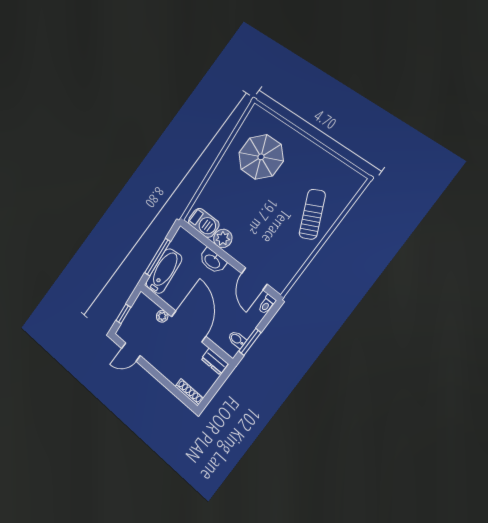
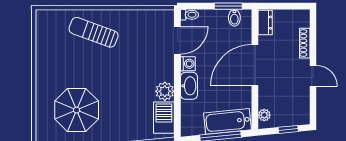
sun lounger: (312, 214) -> (94, 32), turned 45
washing machine: (230, 273) -> (188, 64), added
plant: (162, 316) -> (264, 115), moved
door: (131, 352) -> (313, 76), moved
shoe rack: (189, 392) -> (305, 43), moved

